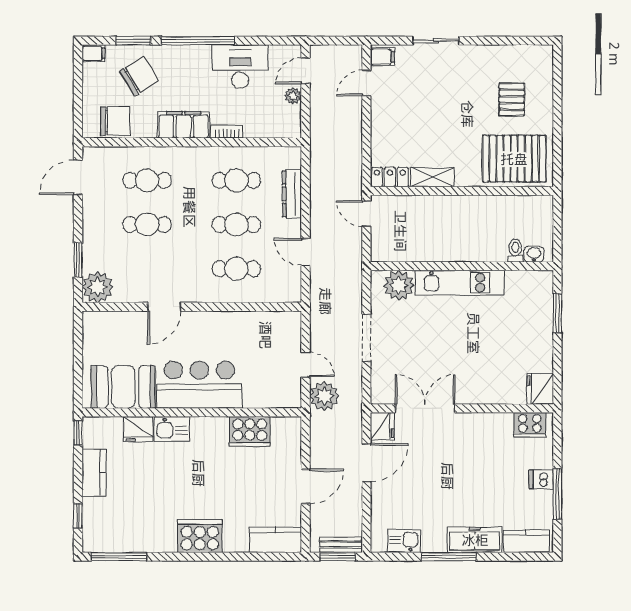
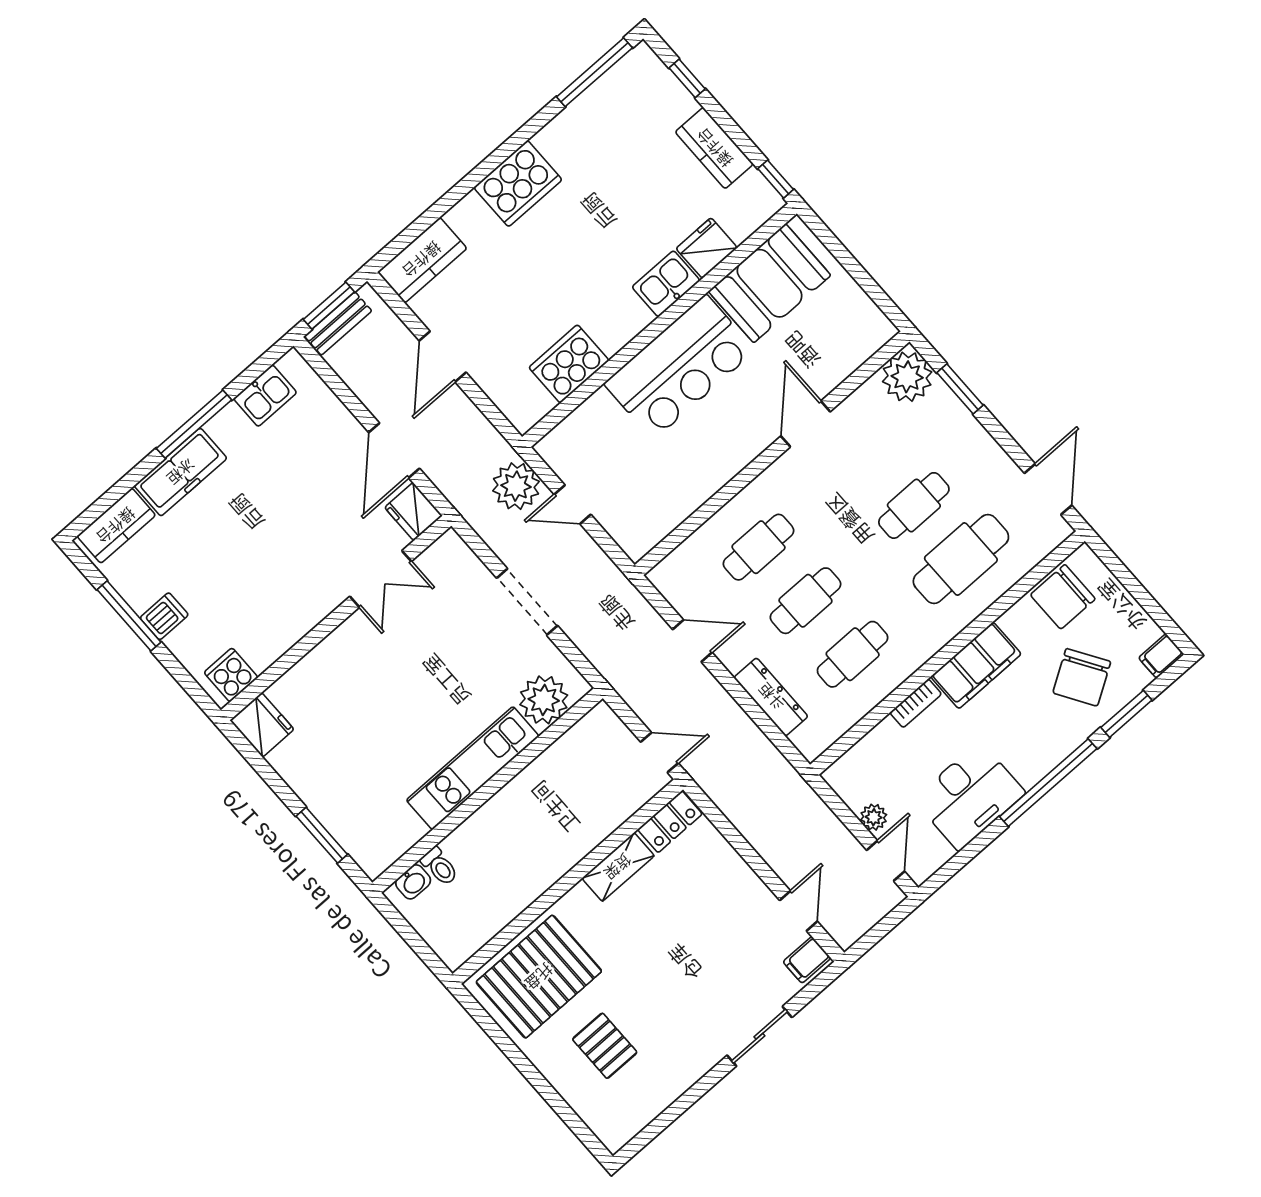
cafe table: (147, 180) -> (961, 559), width x1.37, depth x1.35
double door: (425, 408) -> (381, 579), width x0.73
cooker: (530, 425) -> (231, 675), width x0.73

